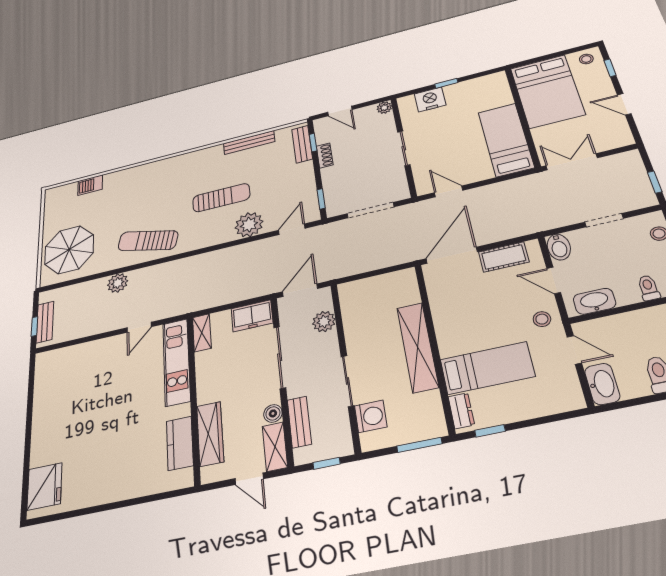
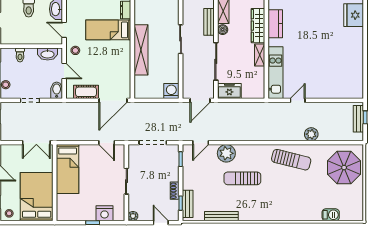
plant: (324, 322) -> (189, 77), removed
shelving: (202, 333) -> (260, 55), moved
washing machine: (371, 416) -> (171, 91), moved, turned 90

